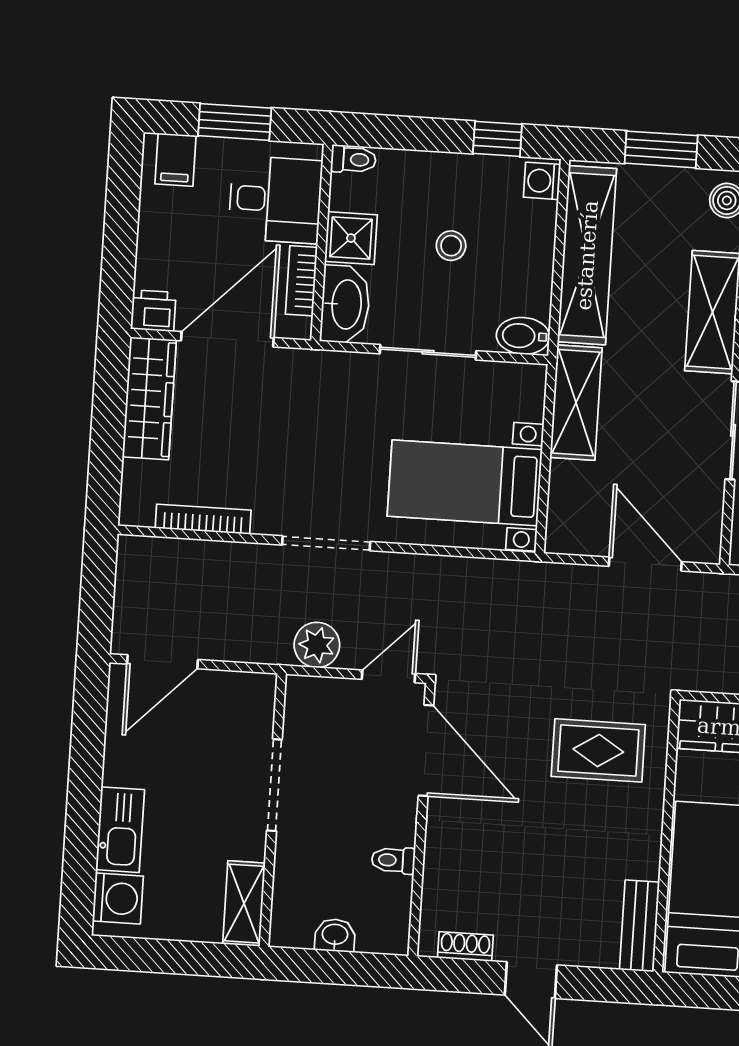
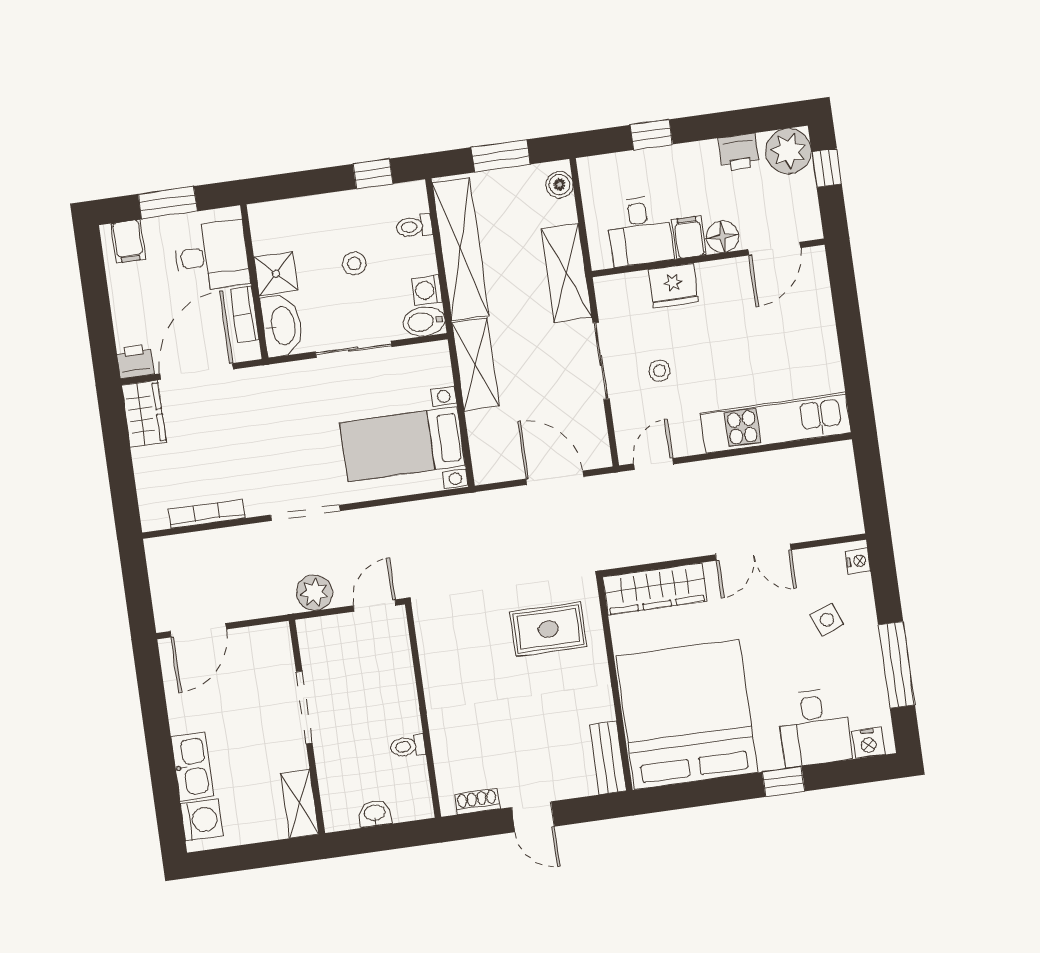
toilet: (353, 159) -> (414, 226), moved, turned 180
washing machine: (542, 181) -> (427, 290), moved
wardrobe: (149, 398) -> (144, 414), width x0.67
door: (426, 750) -> (415, 657), removed

